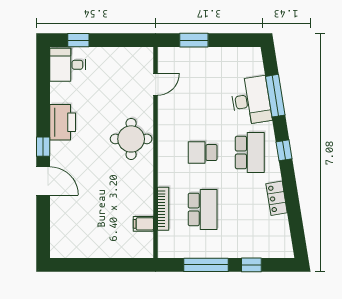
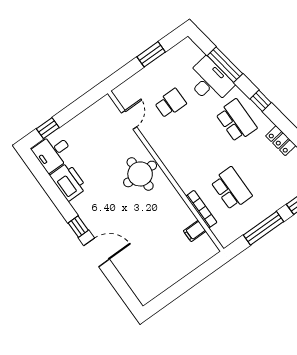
window: (194, 40) -> (151, 54), moved
printer: (63, 122) -> (68, 182), moved
school desk: (203, 153) -> (170, 103), moved, turned 180

